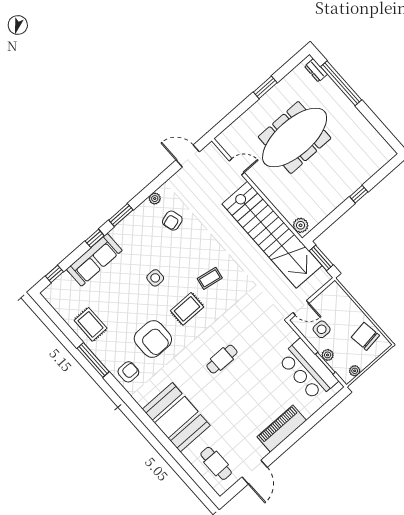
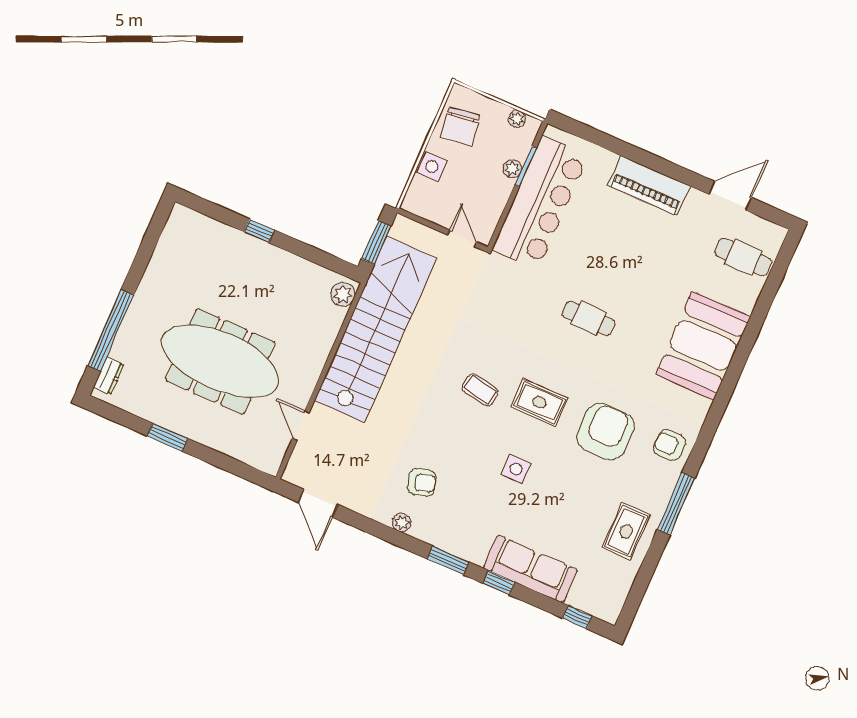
side table: (322, 329) -> (432, 166), moved
bar counter: (308, 370) -> (540, 203), width x1.36
cafe table: (216, 463) -> (743, 257), turned 90

